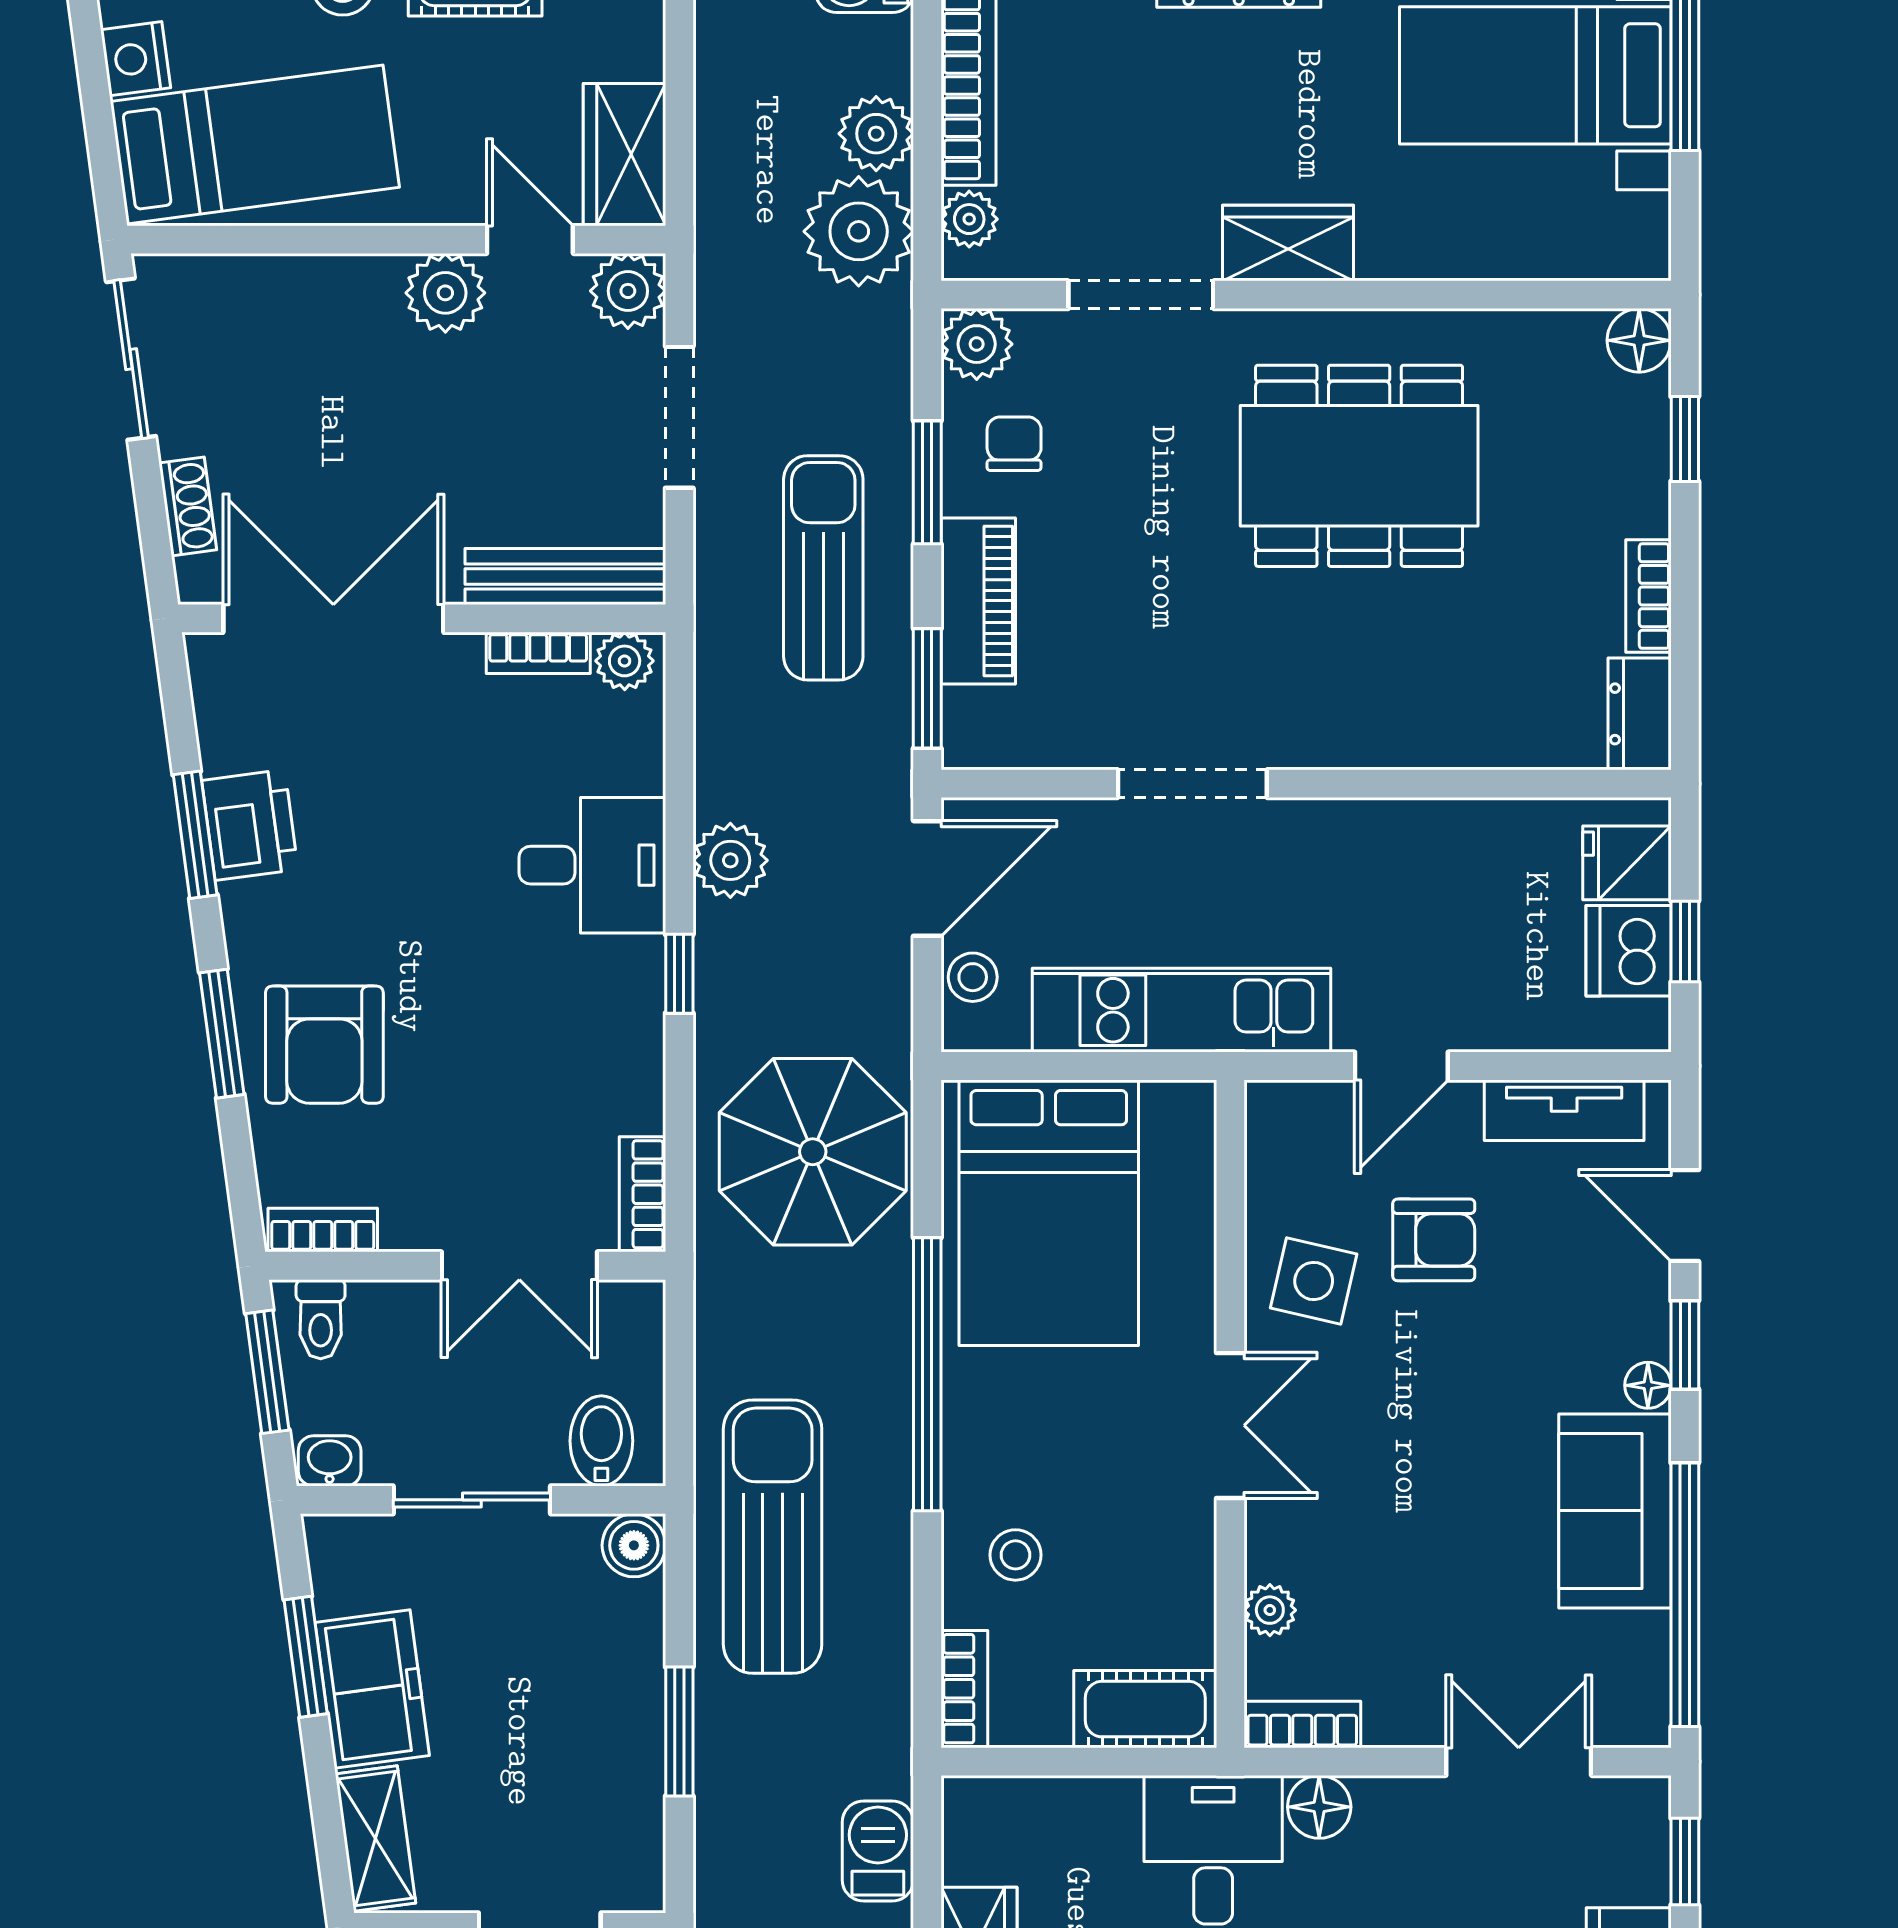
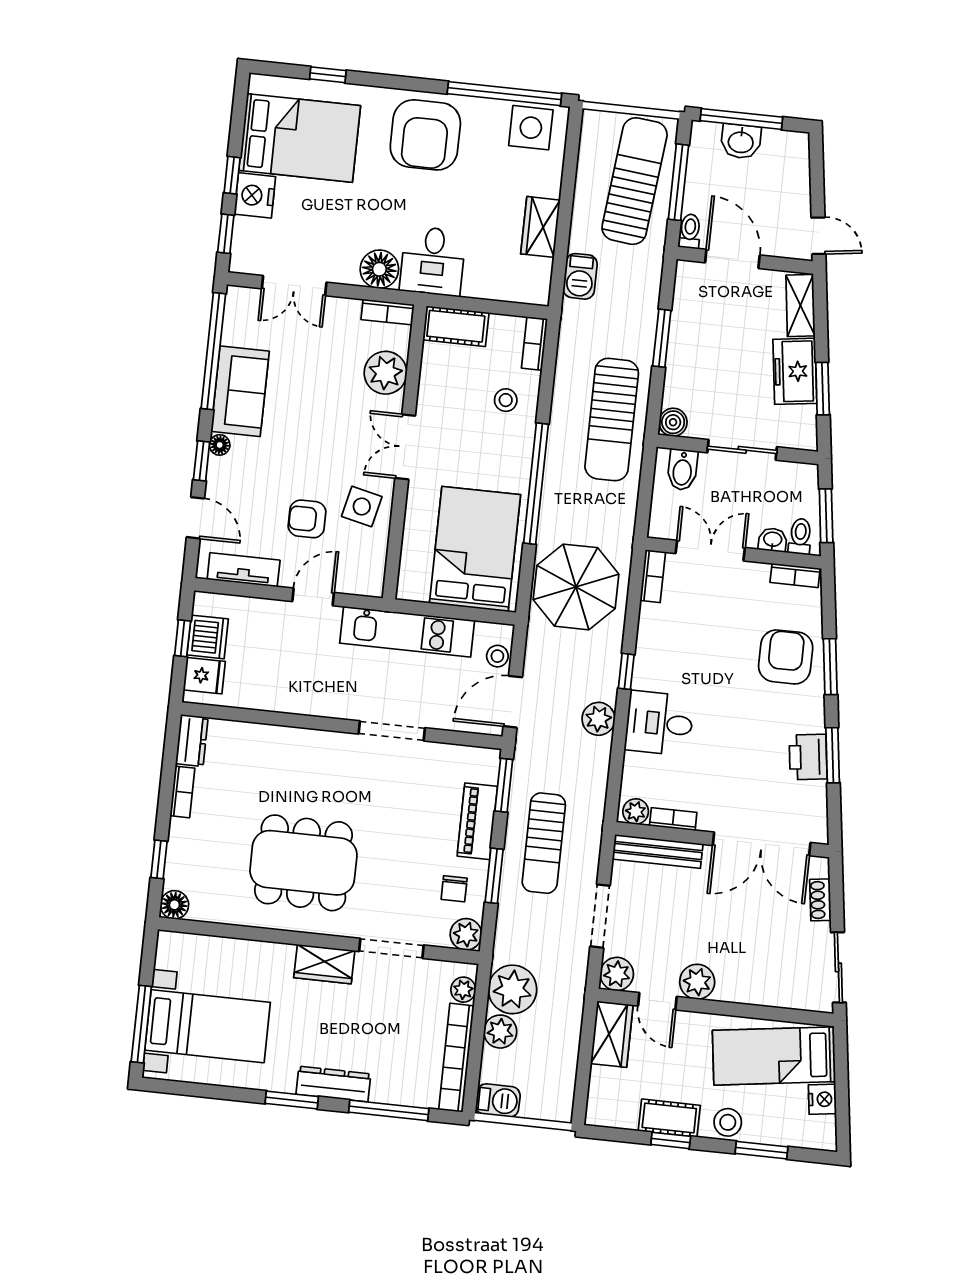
washbasin: (330, 1461) -> (773, 540), moved, turned 180
plant: (1270, 1610) -> (386, 373), width x1.87, depth x1.87
floor lamp: (1319, 1807) -> (379, 269), width x1.38, depth x1.38

